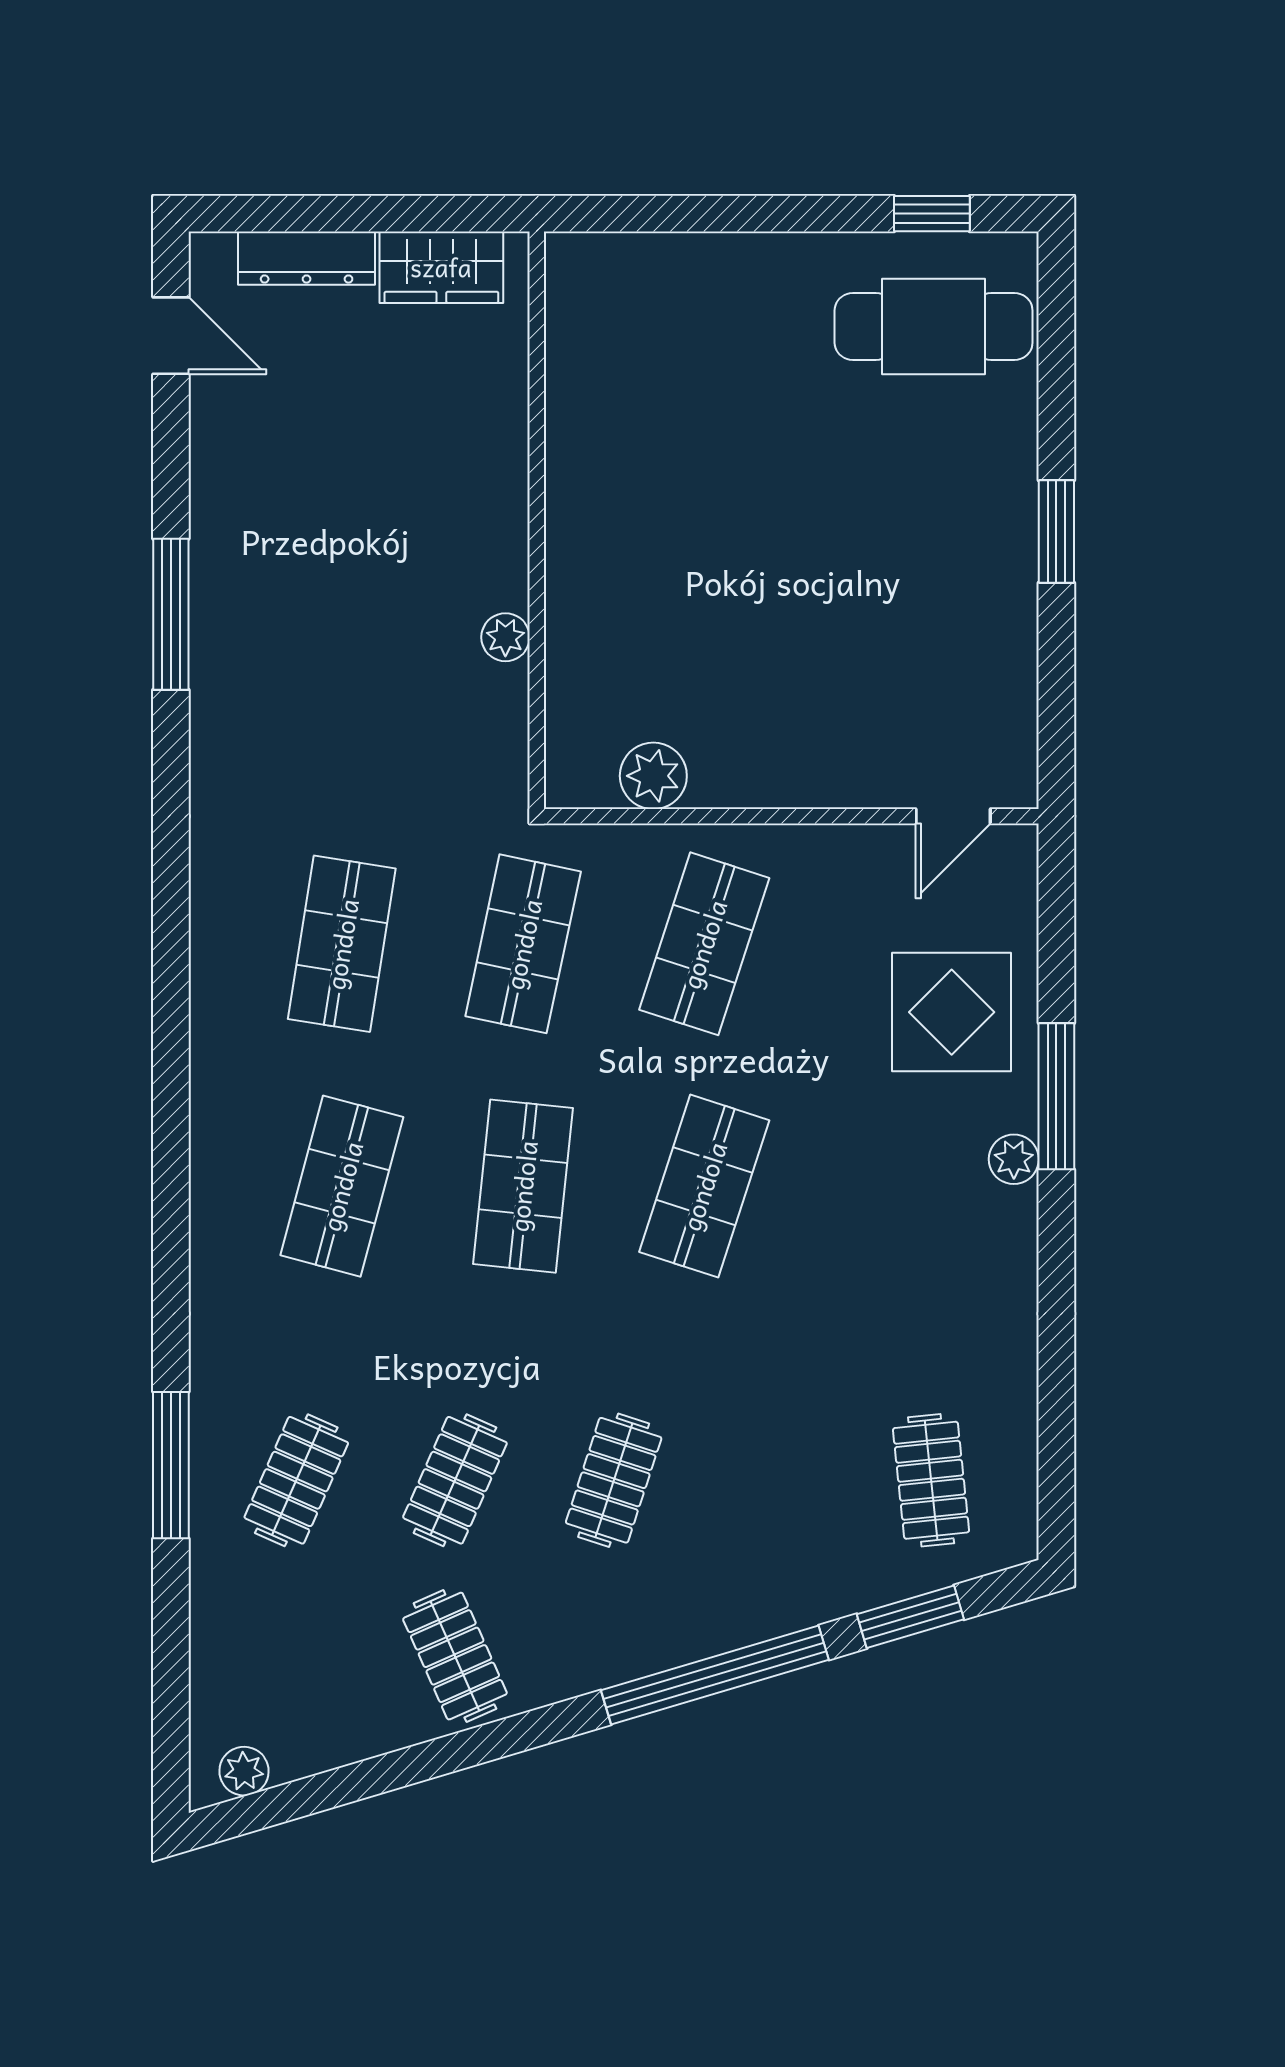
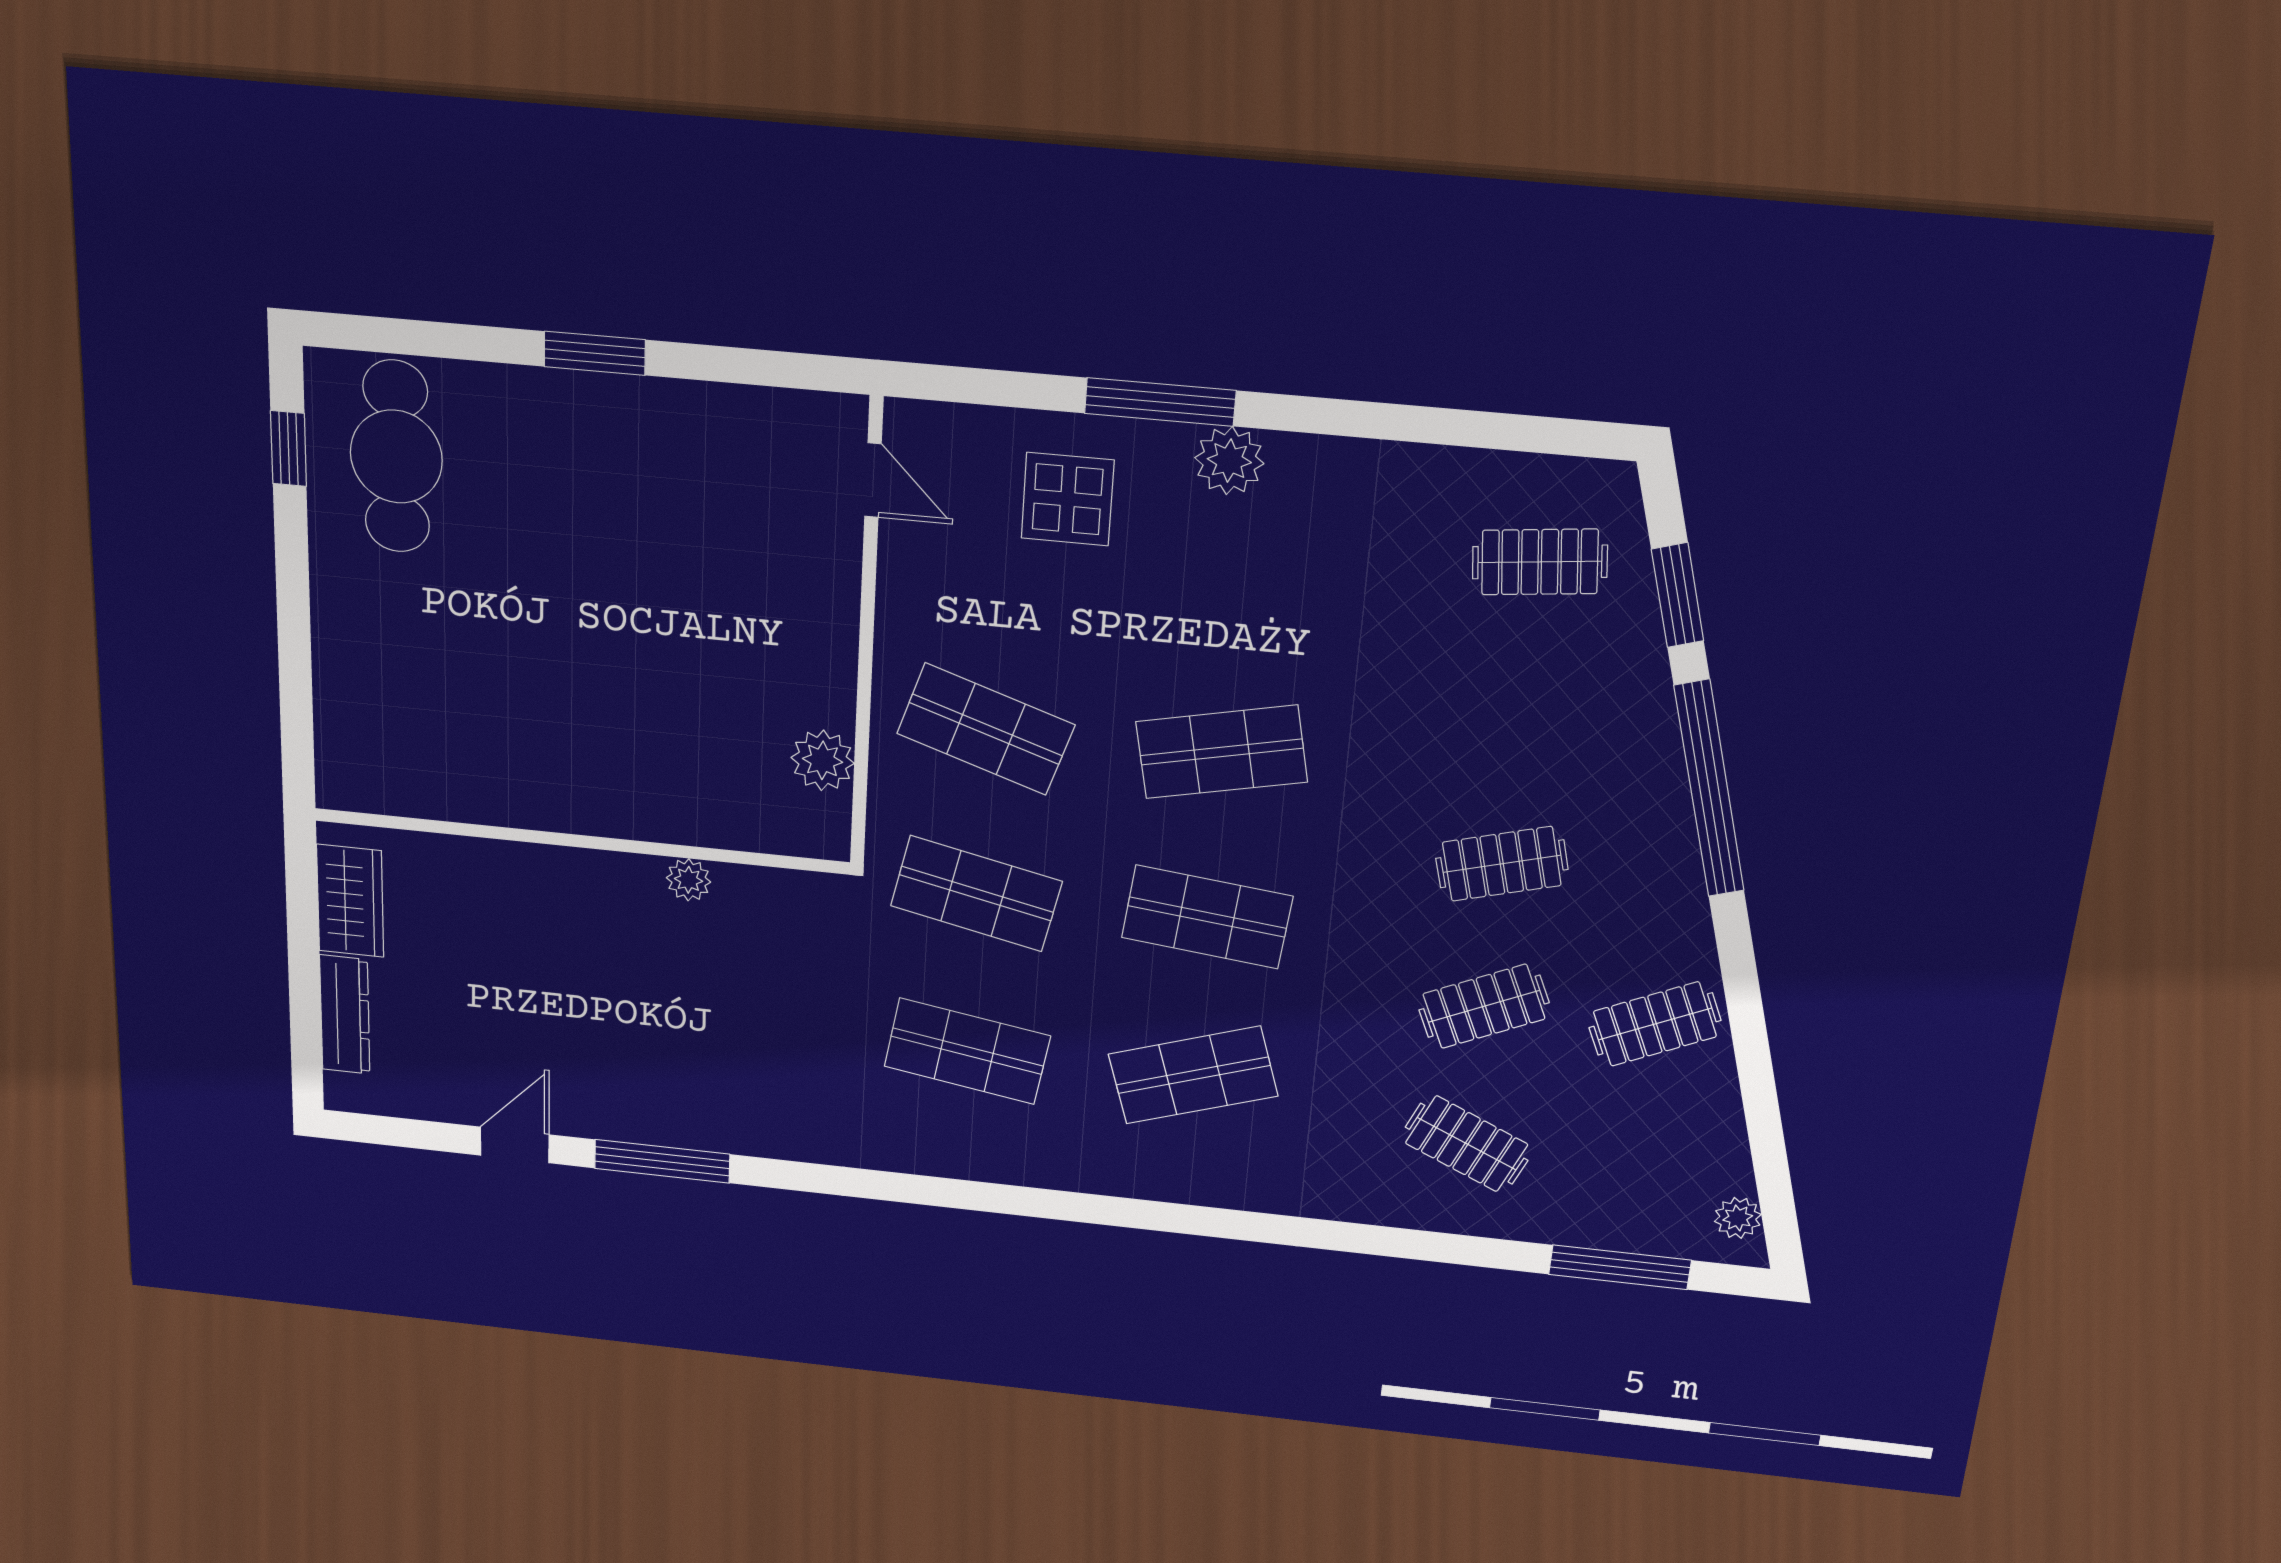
door: (171, 336) -> (515, 1145), moved
display table: (952, 1012) -> (1068, 499), width x0.73, depth x0.73
plant: (1014, 1159) -> (1229, 461), width x1.38, depth x1.38
shop shelf: (342, 1186) -> (1193, 1075), turned -33
shop shelf: (704, 1186) -> (1222, 752), turned -30
window: (171, 1465) -> (1620, 1267), moved
clothes rail: (455, 1480) -> (1484, 1006), turned -48
clothes rail: (614, 1480) -> (1502, 864), turned -33

